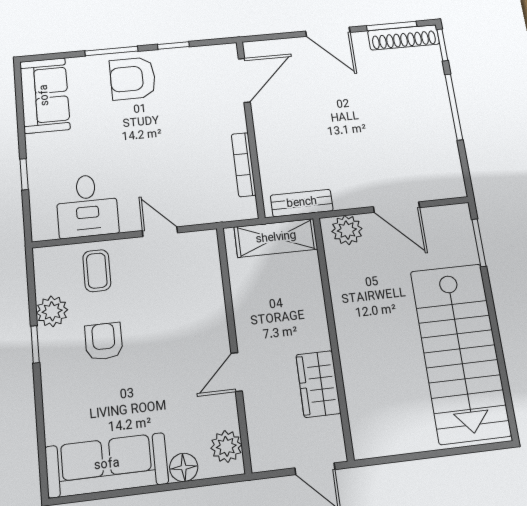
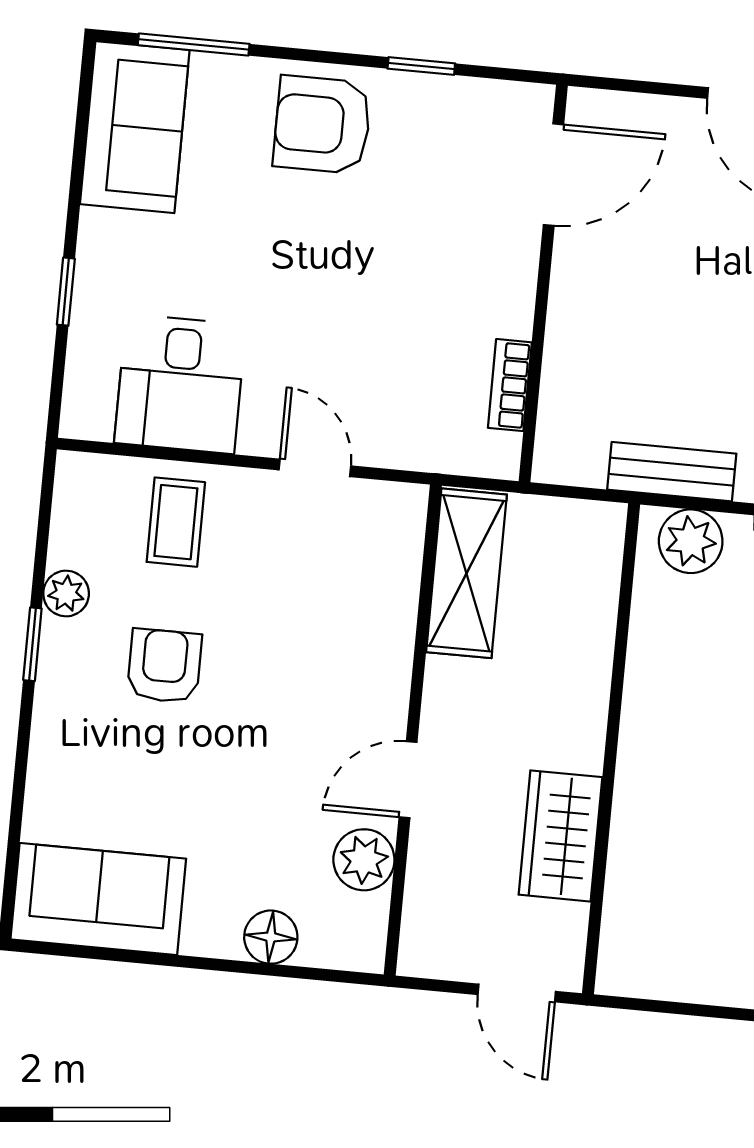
window: (111, 51) -> (194, 44), moved
bookcase: (244, 165) -> (510, 385), width x0.64
bench: (302, 203) -> (672, 472), moved
shelving: (276, 238) -> (466, 573), moved, turned 90
plant: (52, 311) -> (66, 594), width x0.73, depth x0.73
plant: (226, 446) -> (364, 860), moved
sofa: (107, 465) -> (98, 899), width x0.73

